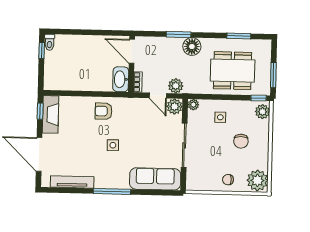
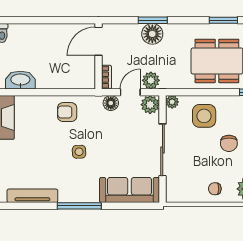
floor lamp: (192, 47) -> (152, 34), moved
door: (132, 51) -> (99, 41), hinge flipped
washbasin: (121, 79) -> (20, 80), moved, turned 90
door: (158, 96) -> (130, 92), swing flipped
floor lamp: (141, 104) -> (111, 103), added
side table: (220, 117) -> (204, 116), width x1.87, depth x1.87

